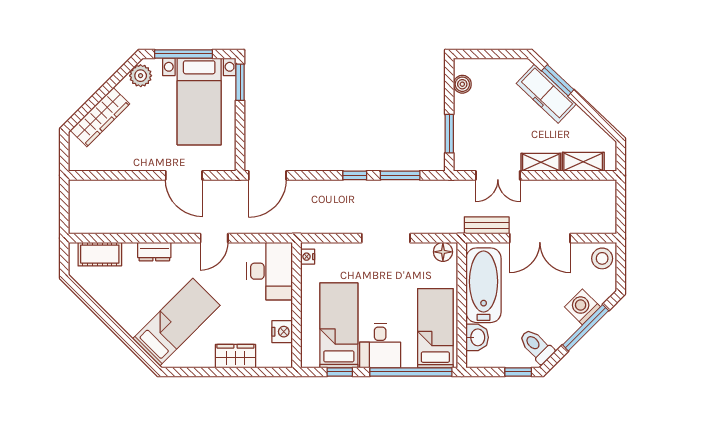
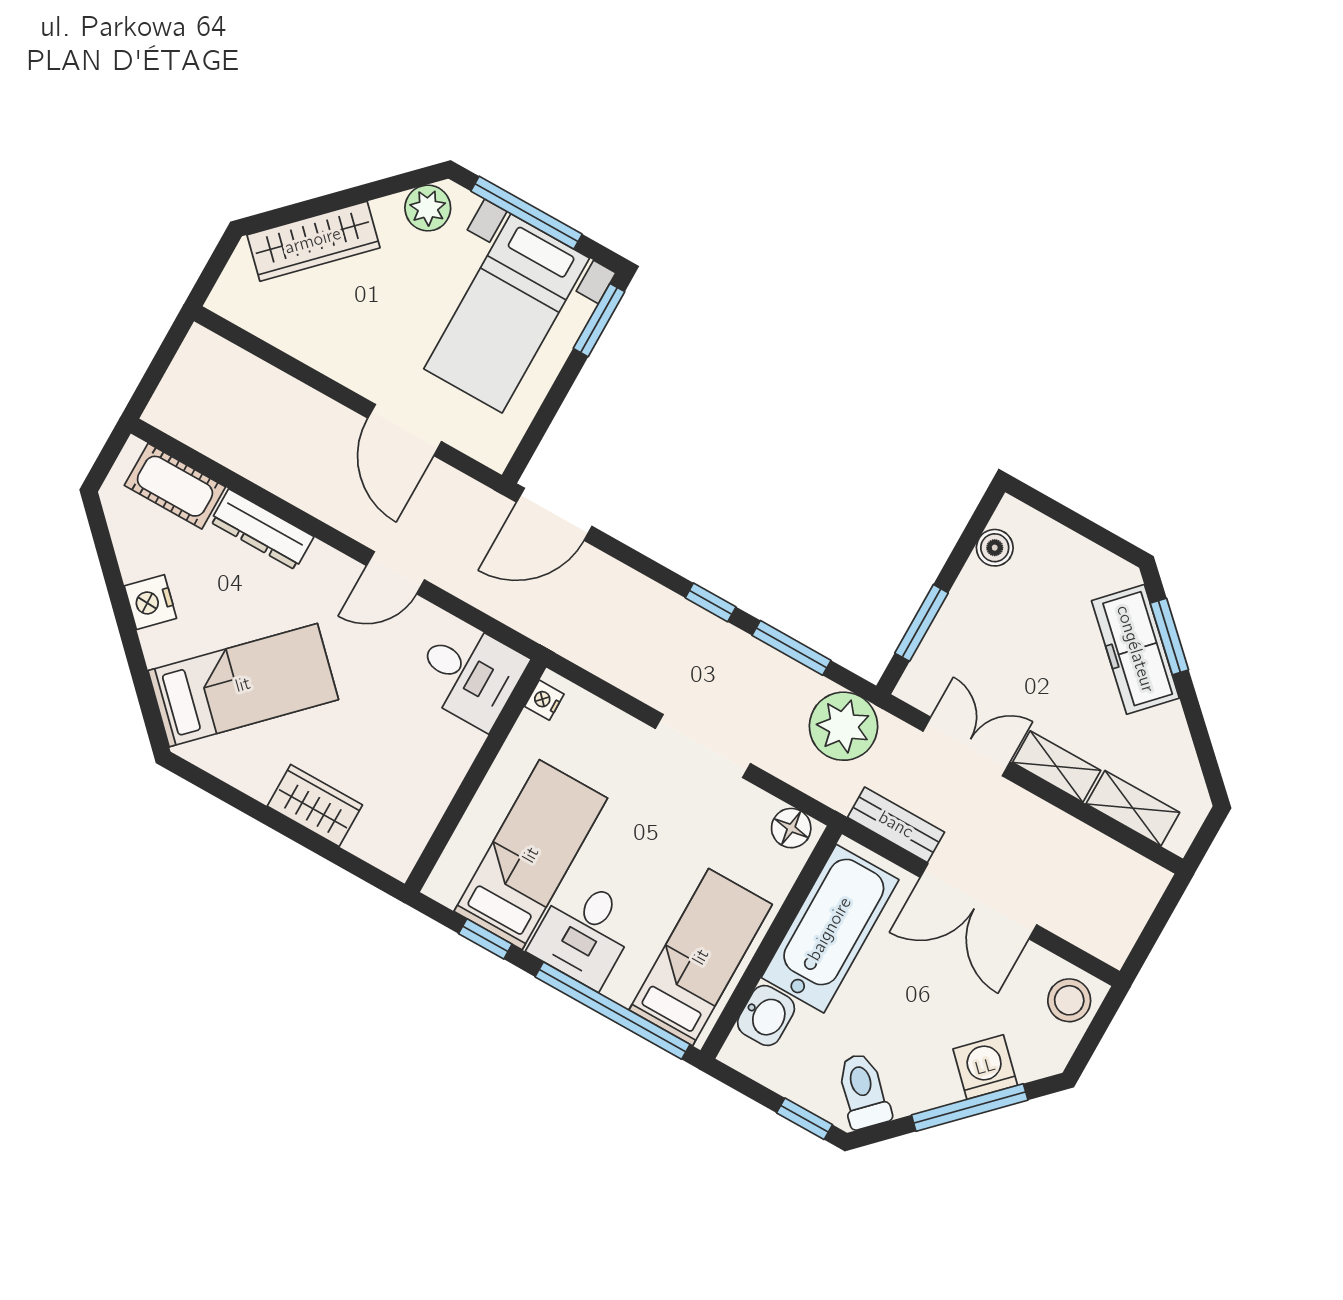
double door: (498, 175) -> (967, 747), swing flipped
plant: (441, 196) -> (843, 726), added
dresser: (154, 252) -> (262, 529), width x1.44
desk: (270, 271) -> (469, 674), width x0.73
nightstand: (282, 332) -> (150, 602), moved, turned 135

